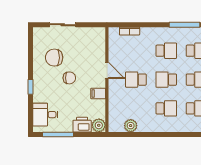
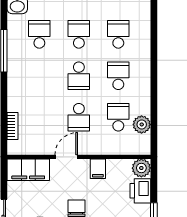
filing cabinet: (97, 43) -> (28, 170), added
school desk: (166, 51) -> (118, 117), moved

